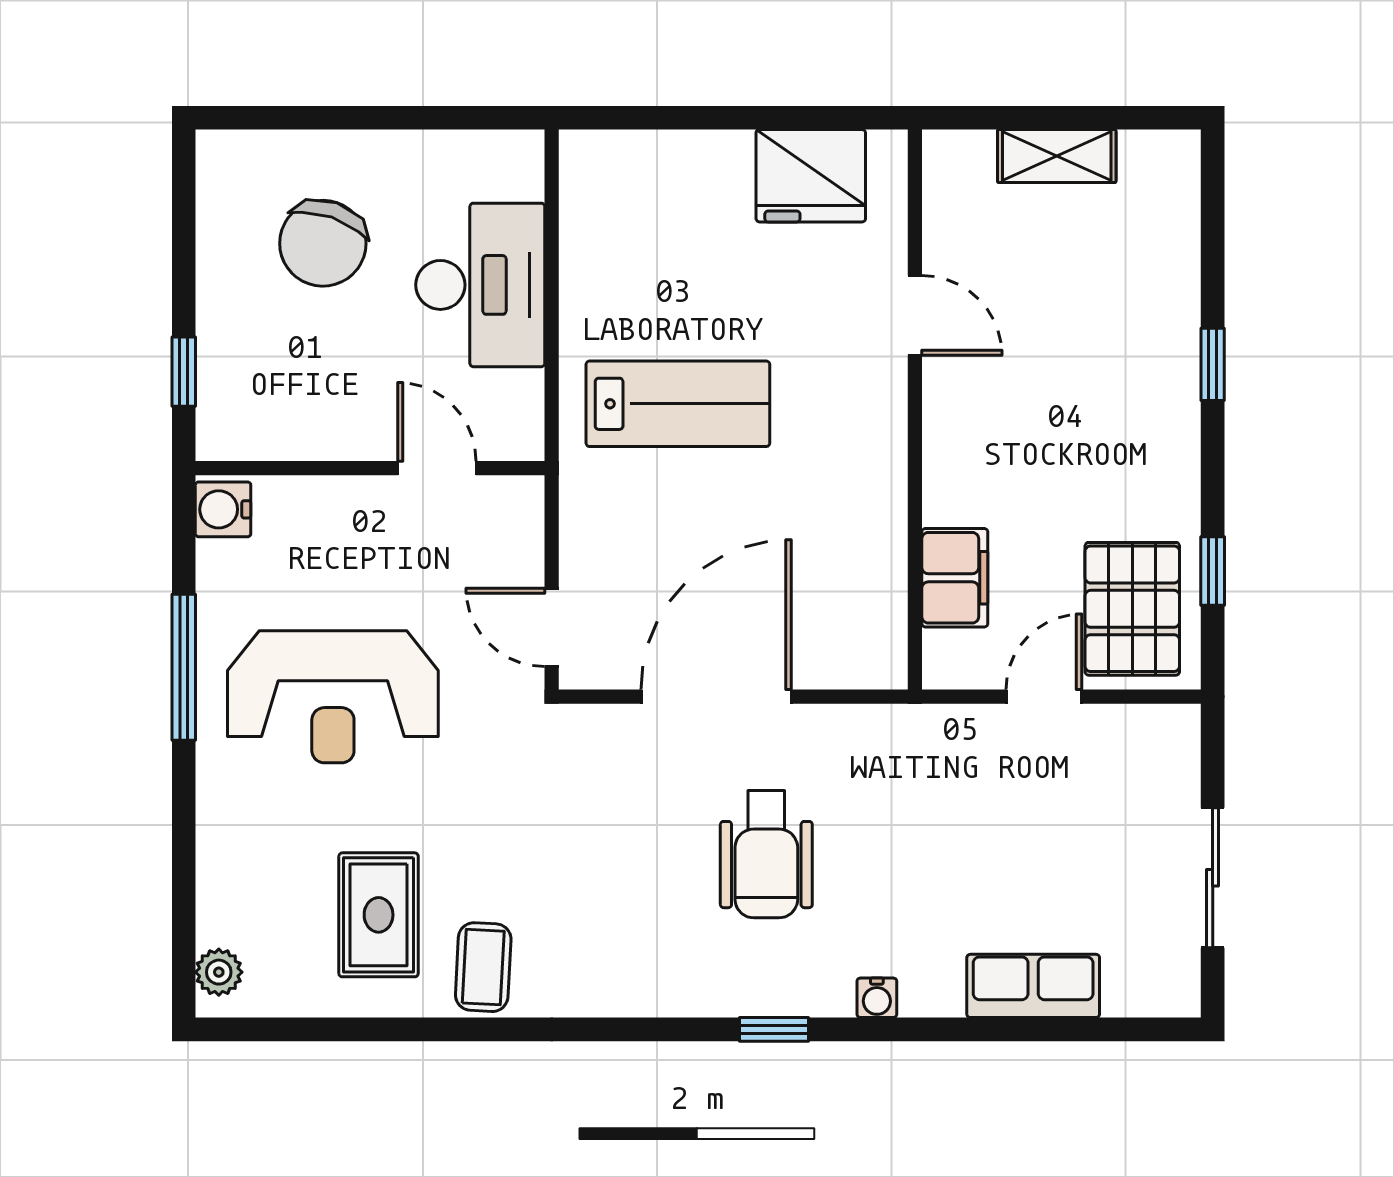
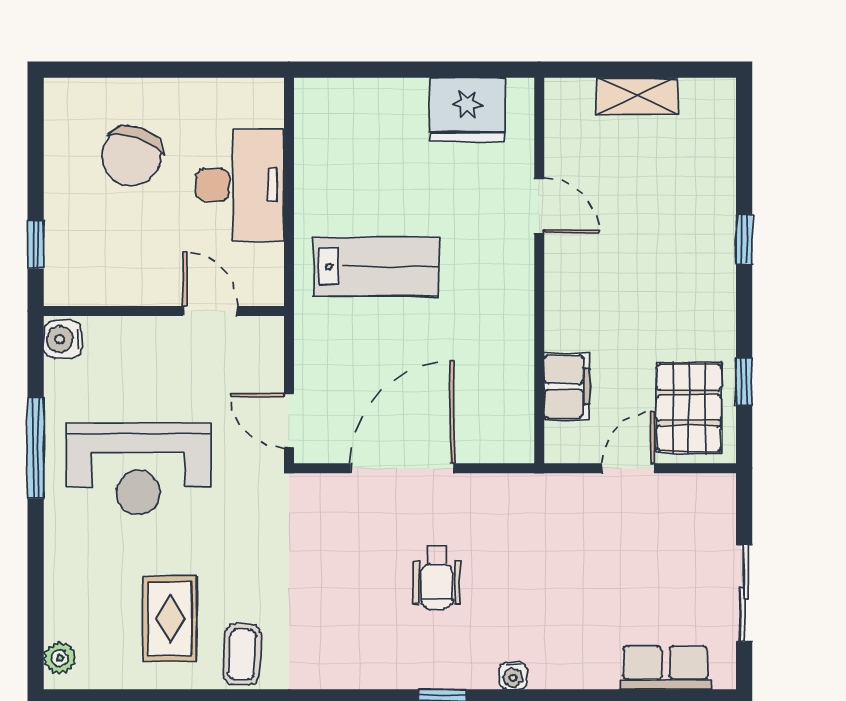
wheelchair: (766, 854) -> (437, 577), width x0.73, depth x0.73
row of seats: (1033, 986) -> (666, 668), moved

